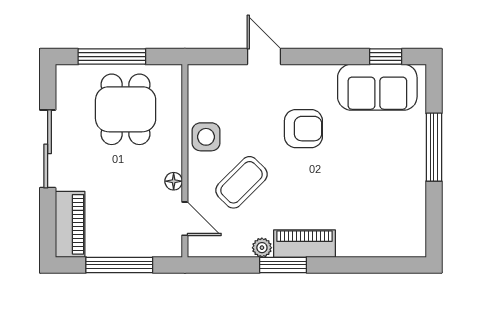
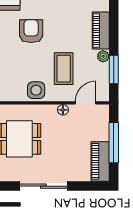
coffee table: (241, 182) -> (64, 69), turned 45
piano: (70, 224) -> (100, 161), moved, turned -90
window: (283, 265) -> (114, 70), moved

